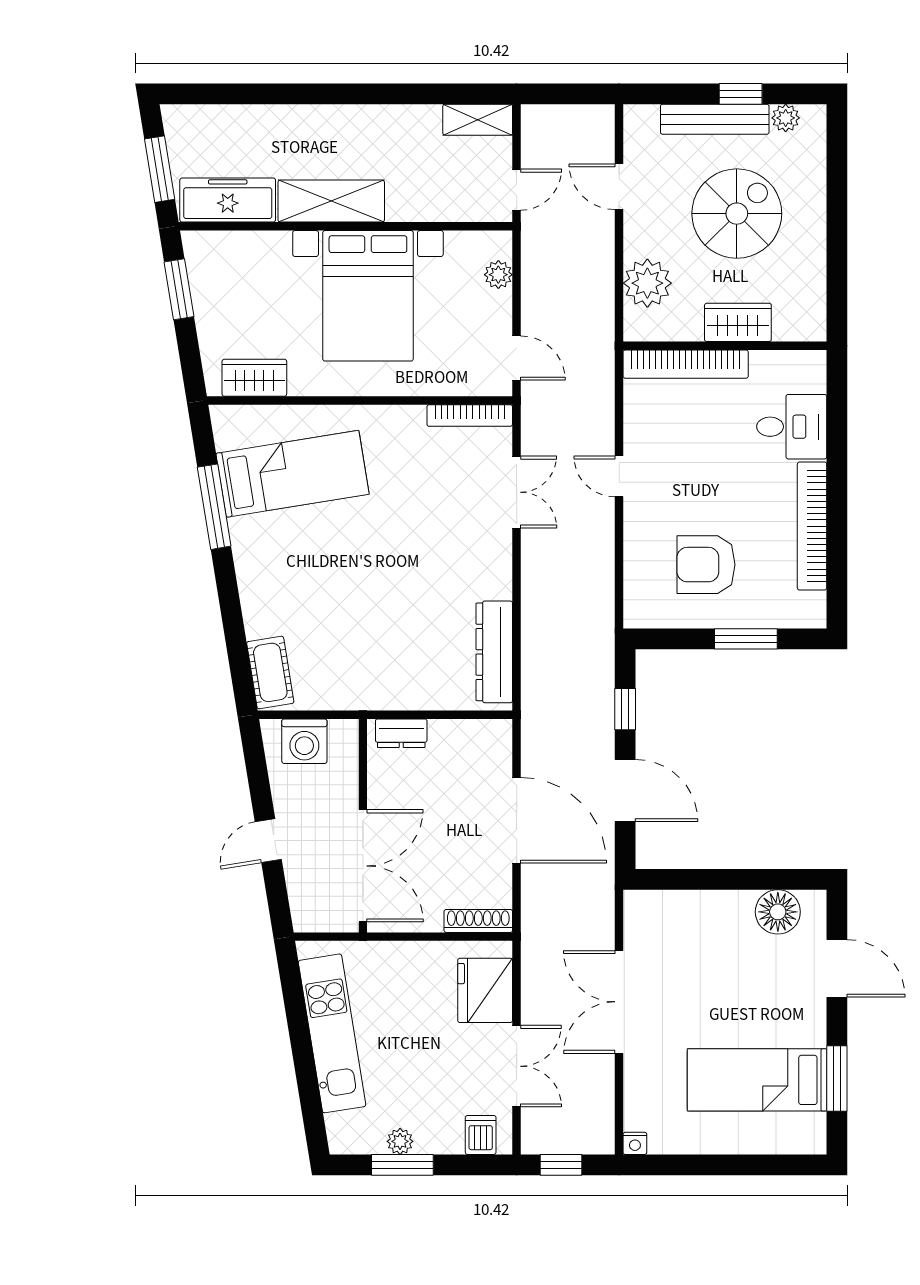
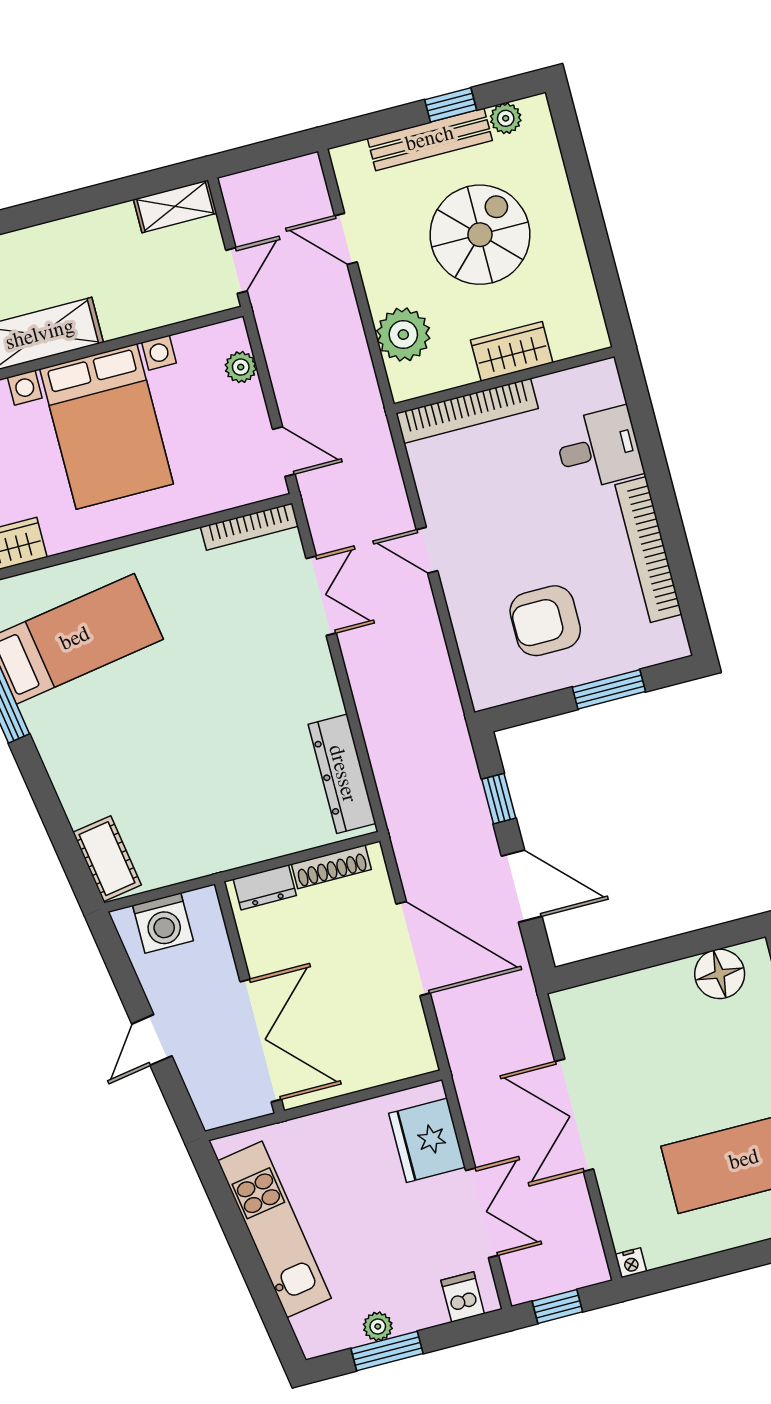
shoe rack: (478, 921) -> (331, 867), moved, turned 180

